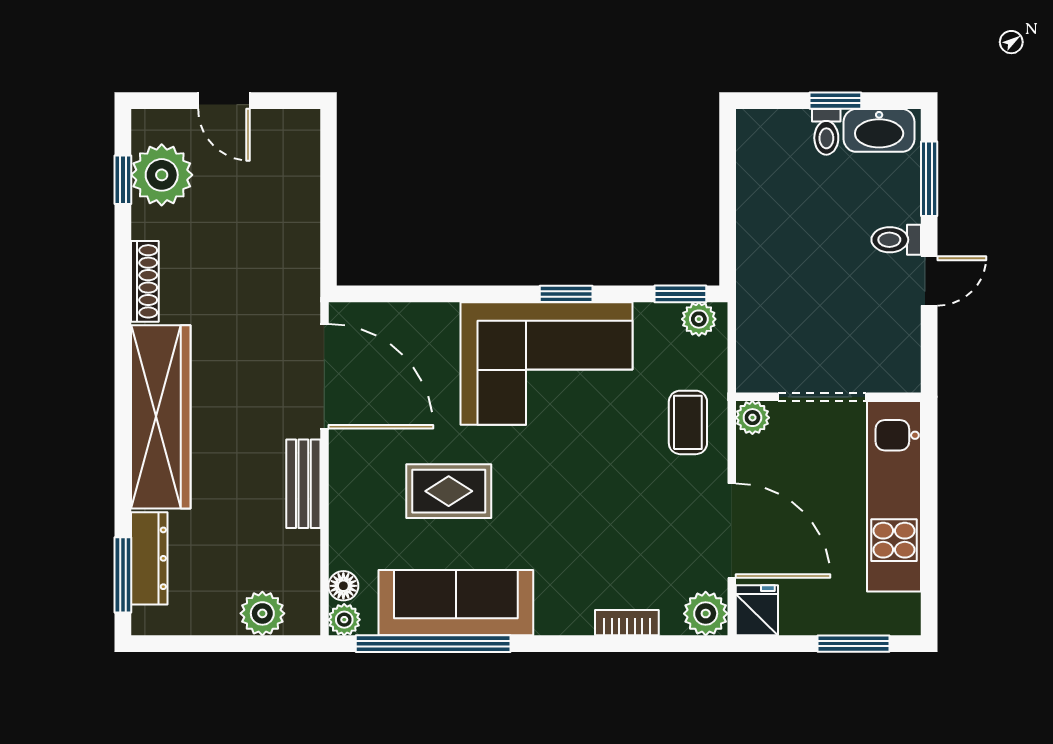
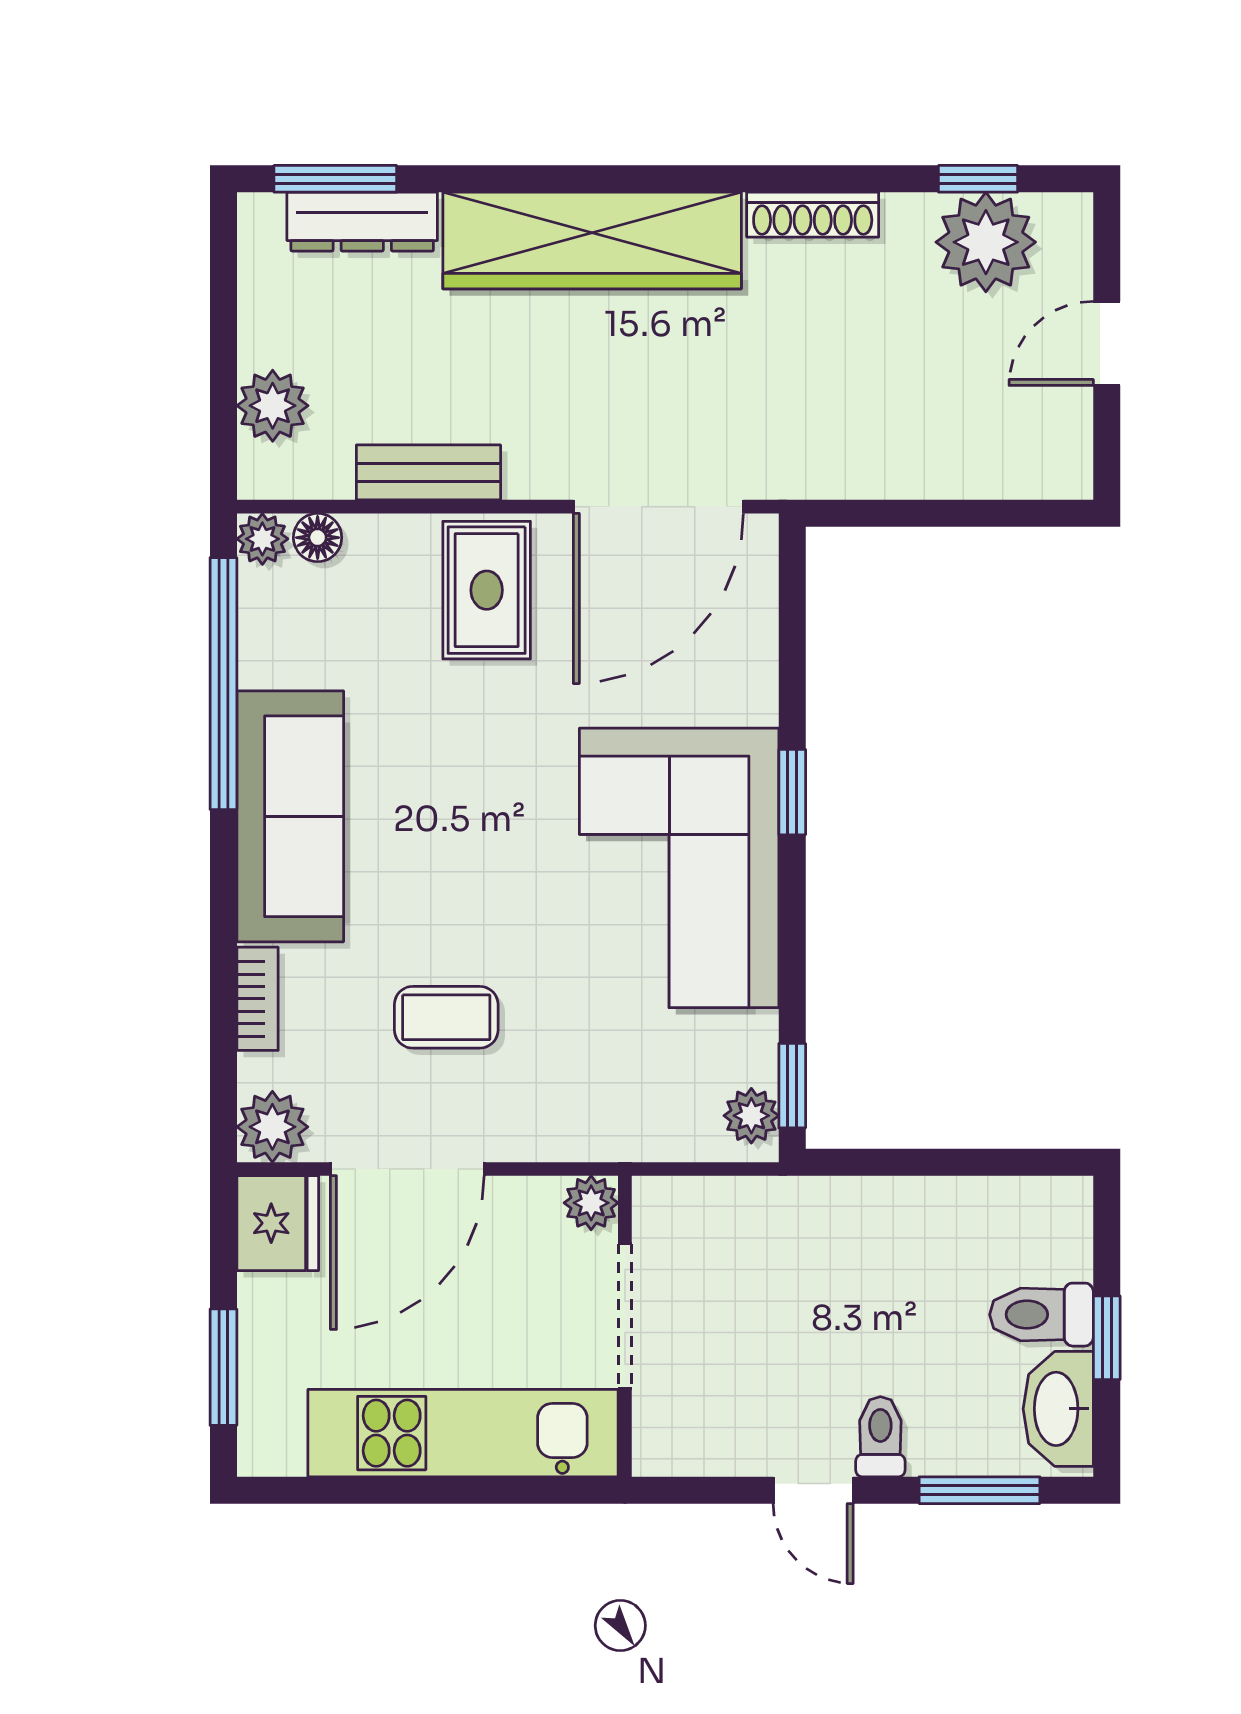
toilet: (826, 132) -> (1041, 1315), width x1.37, depth x1.39
window: (566, 294) -> (792, 792), moved
coffee table: (688, 422) -> (446, 1017), moved
bench: (303, 484) -> (428, 472), moved
rug: (449, 491) -> (487, 590), moved
sofa: (456, 603) -> (290, 816), moved
fridge: (757, 610) -> (278, 1223), width x1.38

